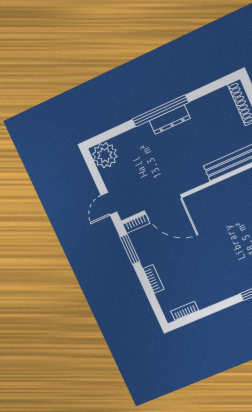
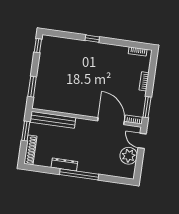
dresser: (170, 119) -> (64, 164), moved
plant: (105, 155) -> (129, 156), moved
door: (109, 204) -> (142, 141), swing flipped

